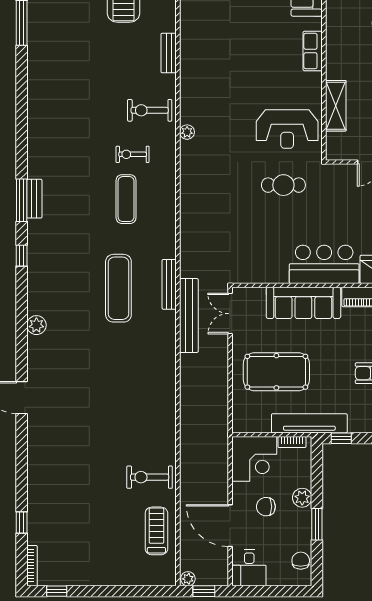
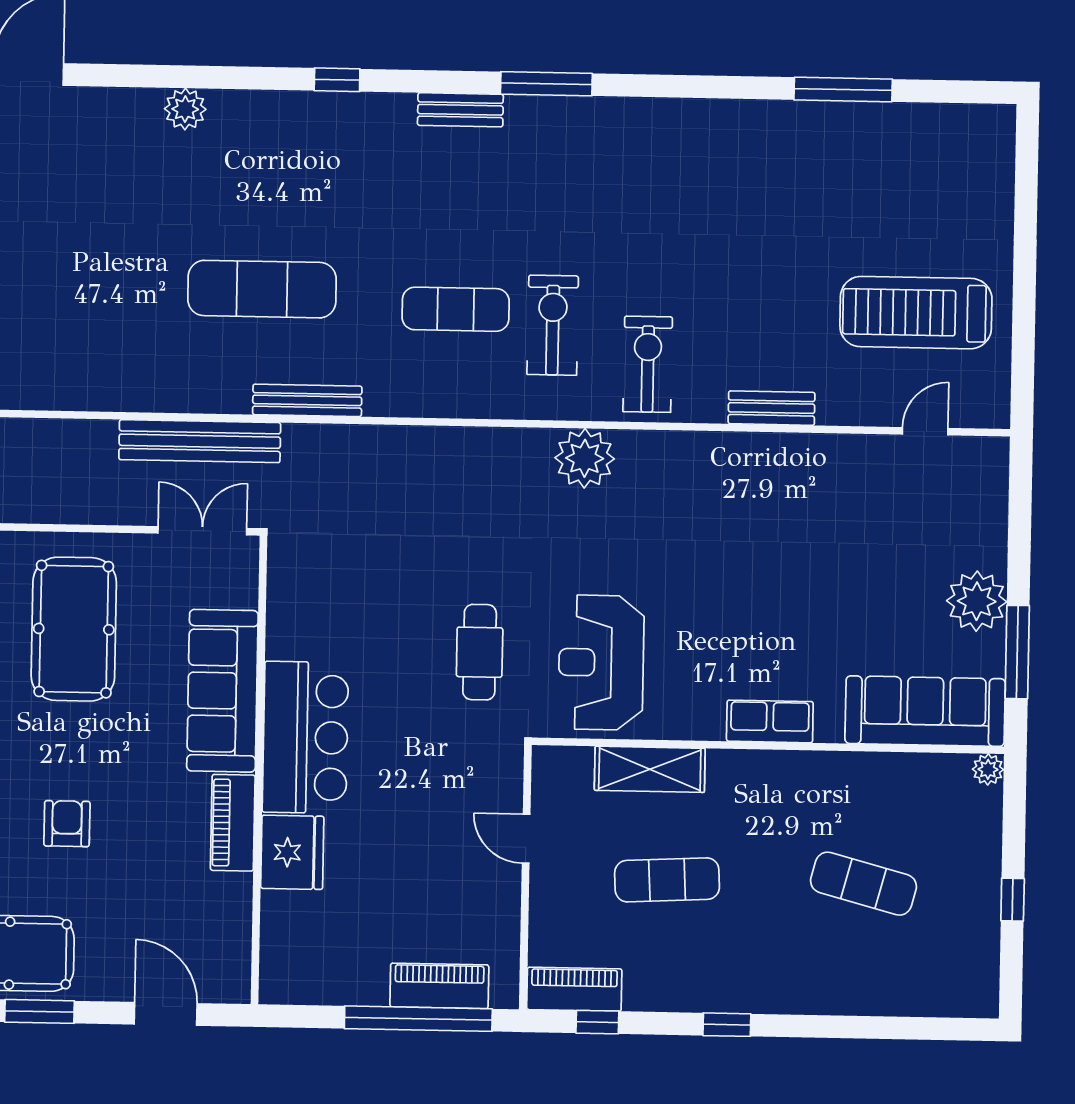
plant: (187, 132) -> (585, 458), width x1.88, depth x1.88
exercise bike: (133, 154) -> (553, 325), width x1.38, depth x1.39
window: (22, 200) -> (546, 84), moved
bench: (169, 284) -> (307, 400), moved

